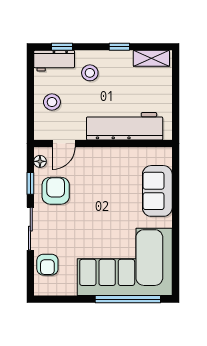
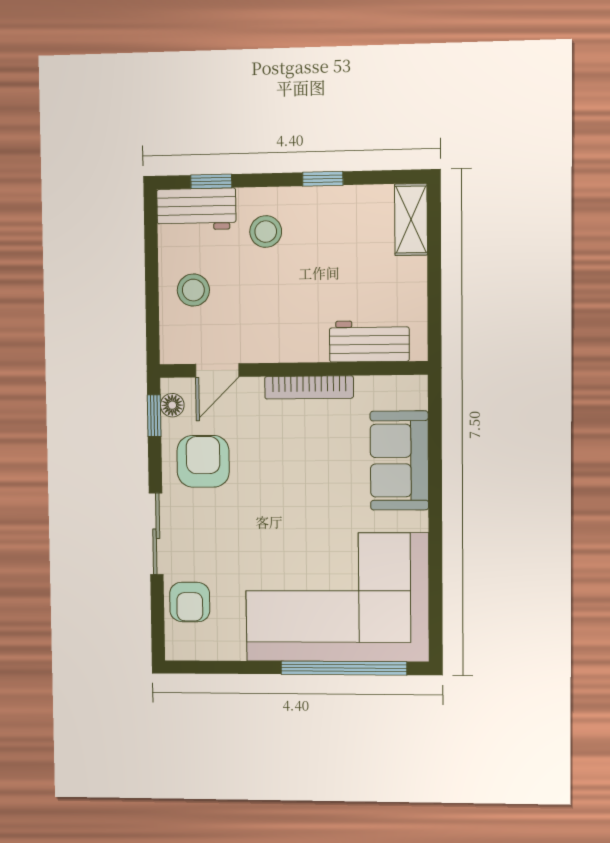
shelving: (151, 58) -> (411, 219), moved, turned 90
workbench: (125, 126) -> (369, 341), width x0.53, depth x0.76
bookcase: (111, 153) -> (309, 387), added
window: (30, 183) -> (154, 416), moved

